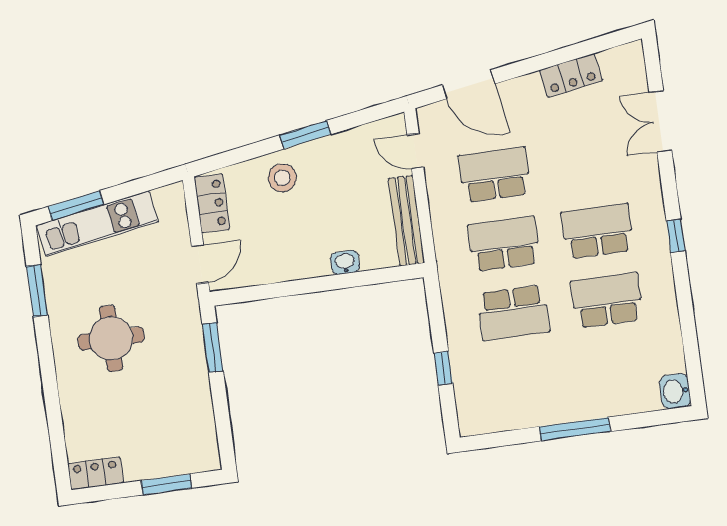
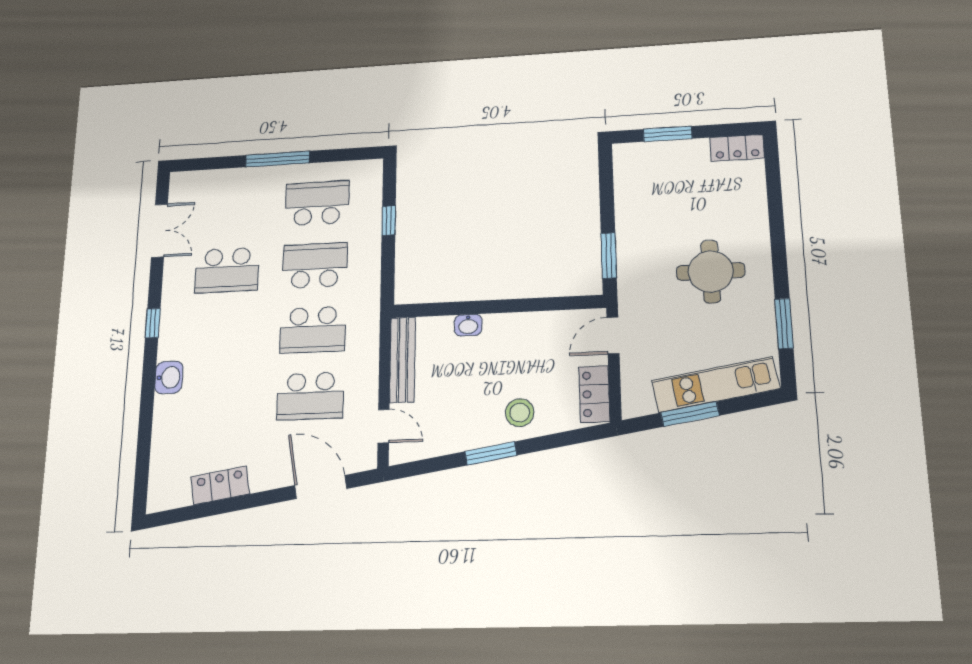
double door: (660, 121) -> (160, 231), moved
window: (76, 206) -> (690, 414), moved
school desk: (597, 231) -> (317, 203), moved, turned 180
washbasin: (675, 391) -> (169, 377), moved

